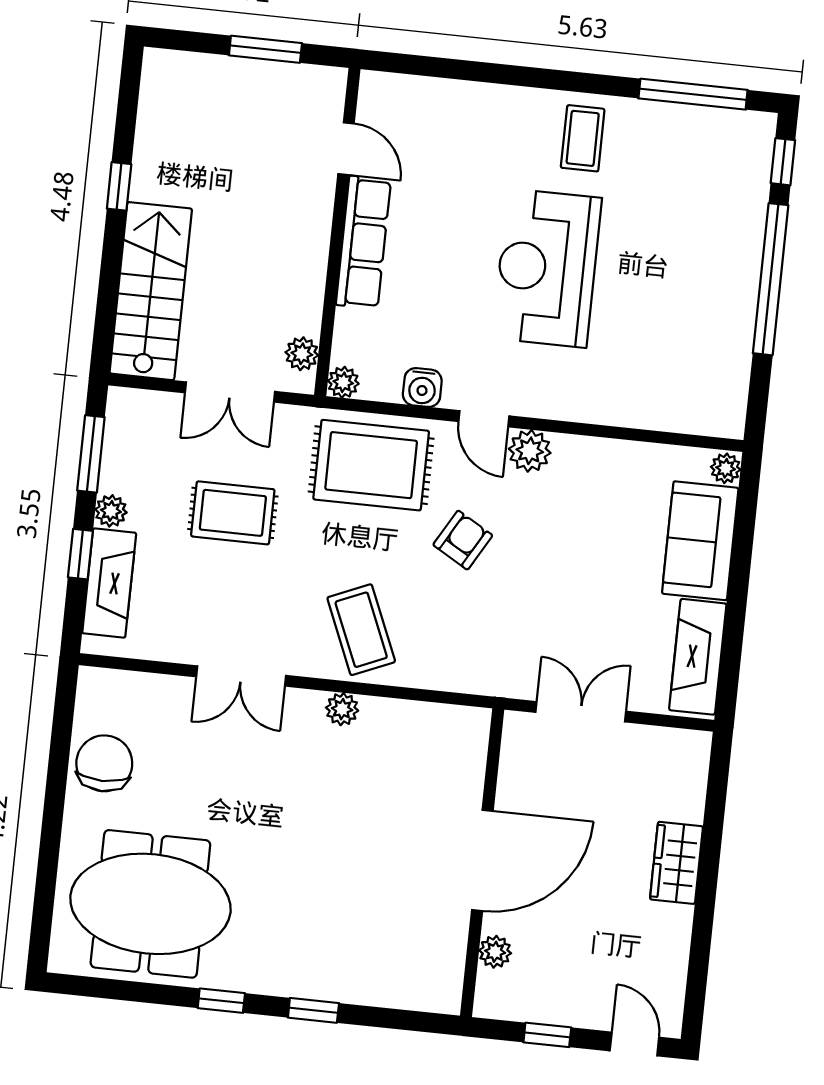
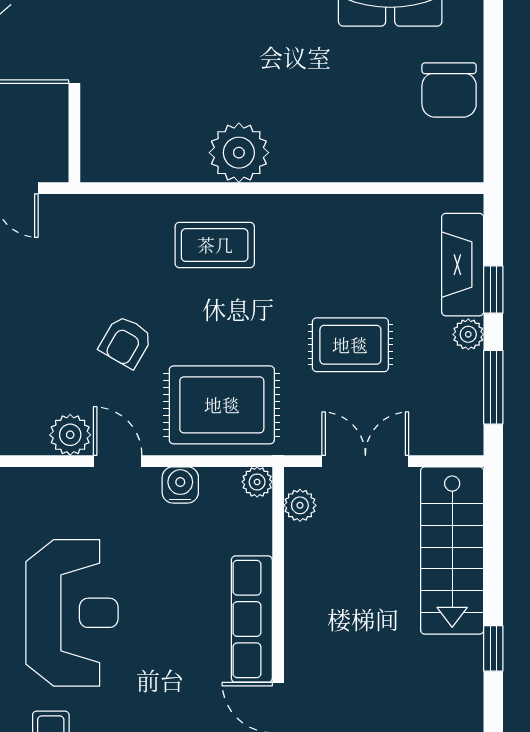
coffee table: (361, 630) -> (215, 245), turned -67
double door: (241, 676) -> (326, 188), removed
plant: (342, 709) -> (239, 153), width x1.88, depth x1.88

